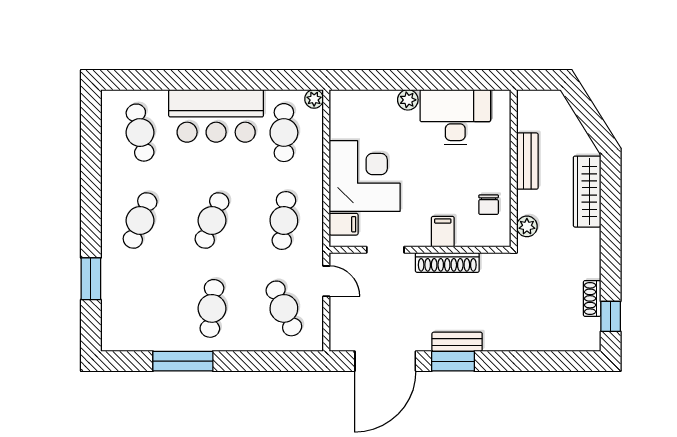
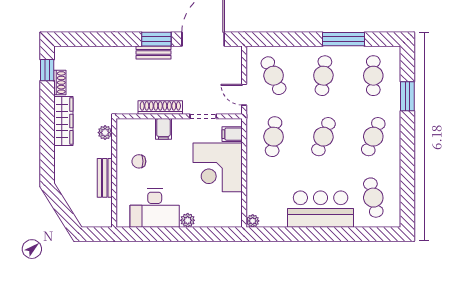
cafe table: (284, 133) -> (373, 76), moved
wardrobe: (587, 192) -> (63, 121), moved
chair: (489, 205) -> (139, 161), moved, turned -90

